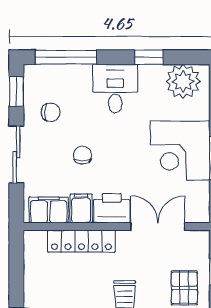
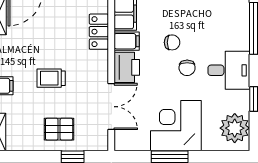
chair: (51, 112) -> (187, 68), moved
locker: (81, 241) -> (99, 32), width x0.66

